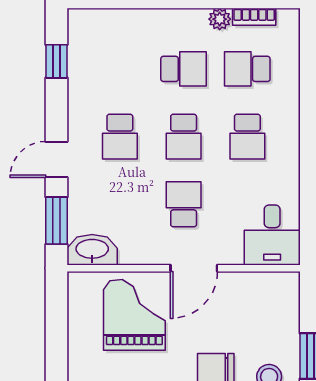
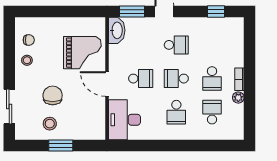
bookcase: (254, 17) -> (239, 79), moved
school desk: (120, 137) -> (176, 45), turned 180
school desk: (247, 137) -> (176, 112), turned -90
desk: (272, 235) -> (124, 120), width x1.37

